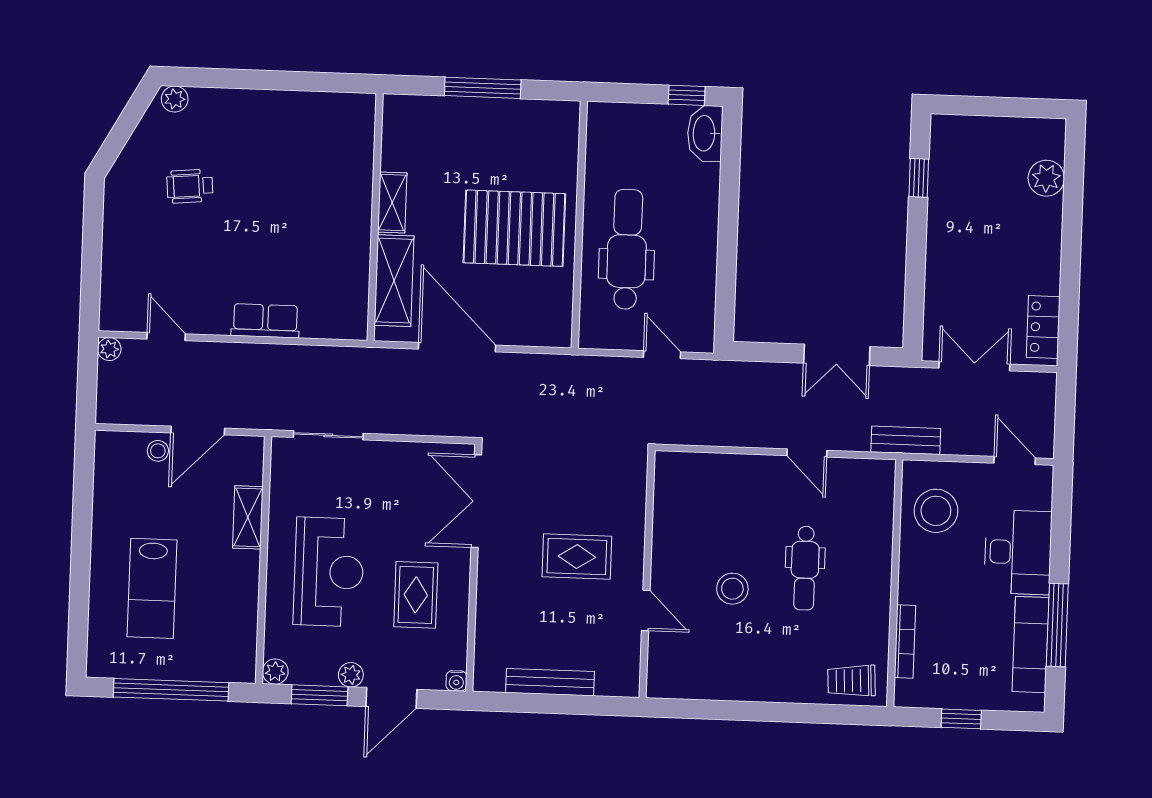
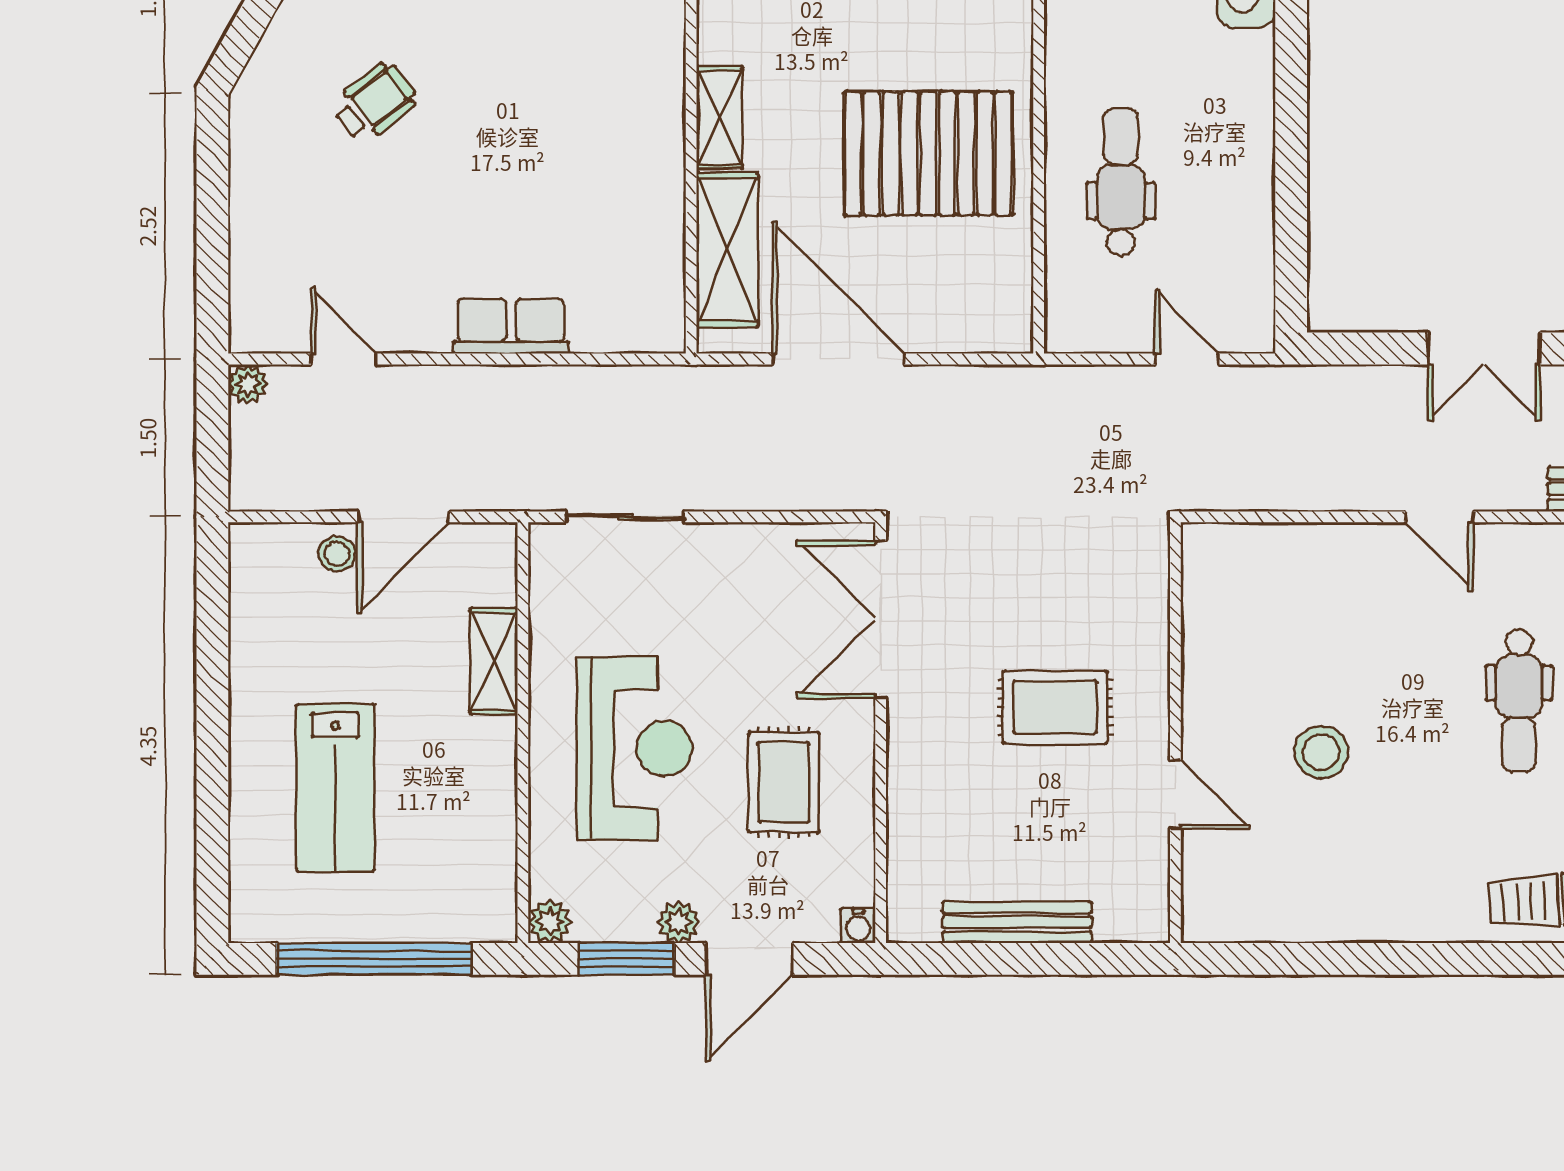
wheelchair: (190, 186) -> (375, 102), turned 147
dental chair: (627, 249) -> (1121, 182), width x0.73, depth x0.72
dental chair: (805, 568) -> (1519, 700), moved

